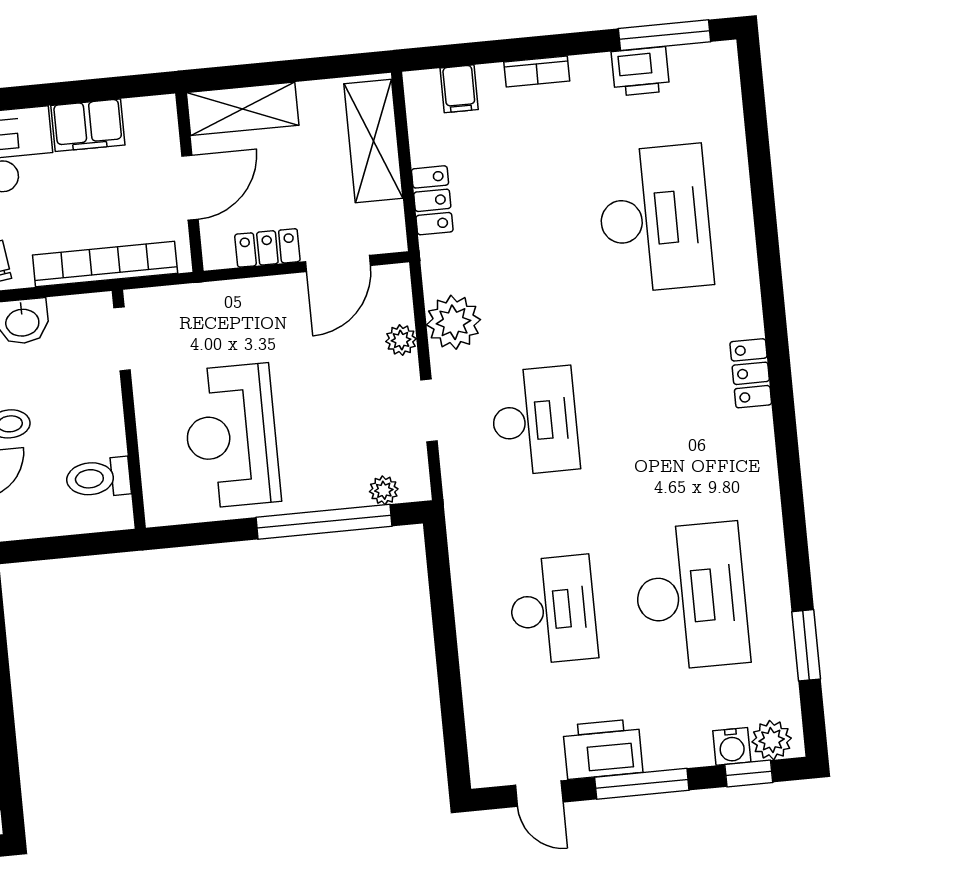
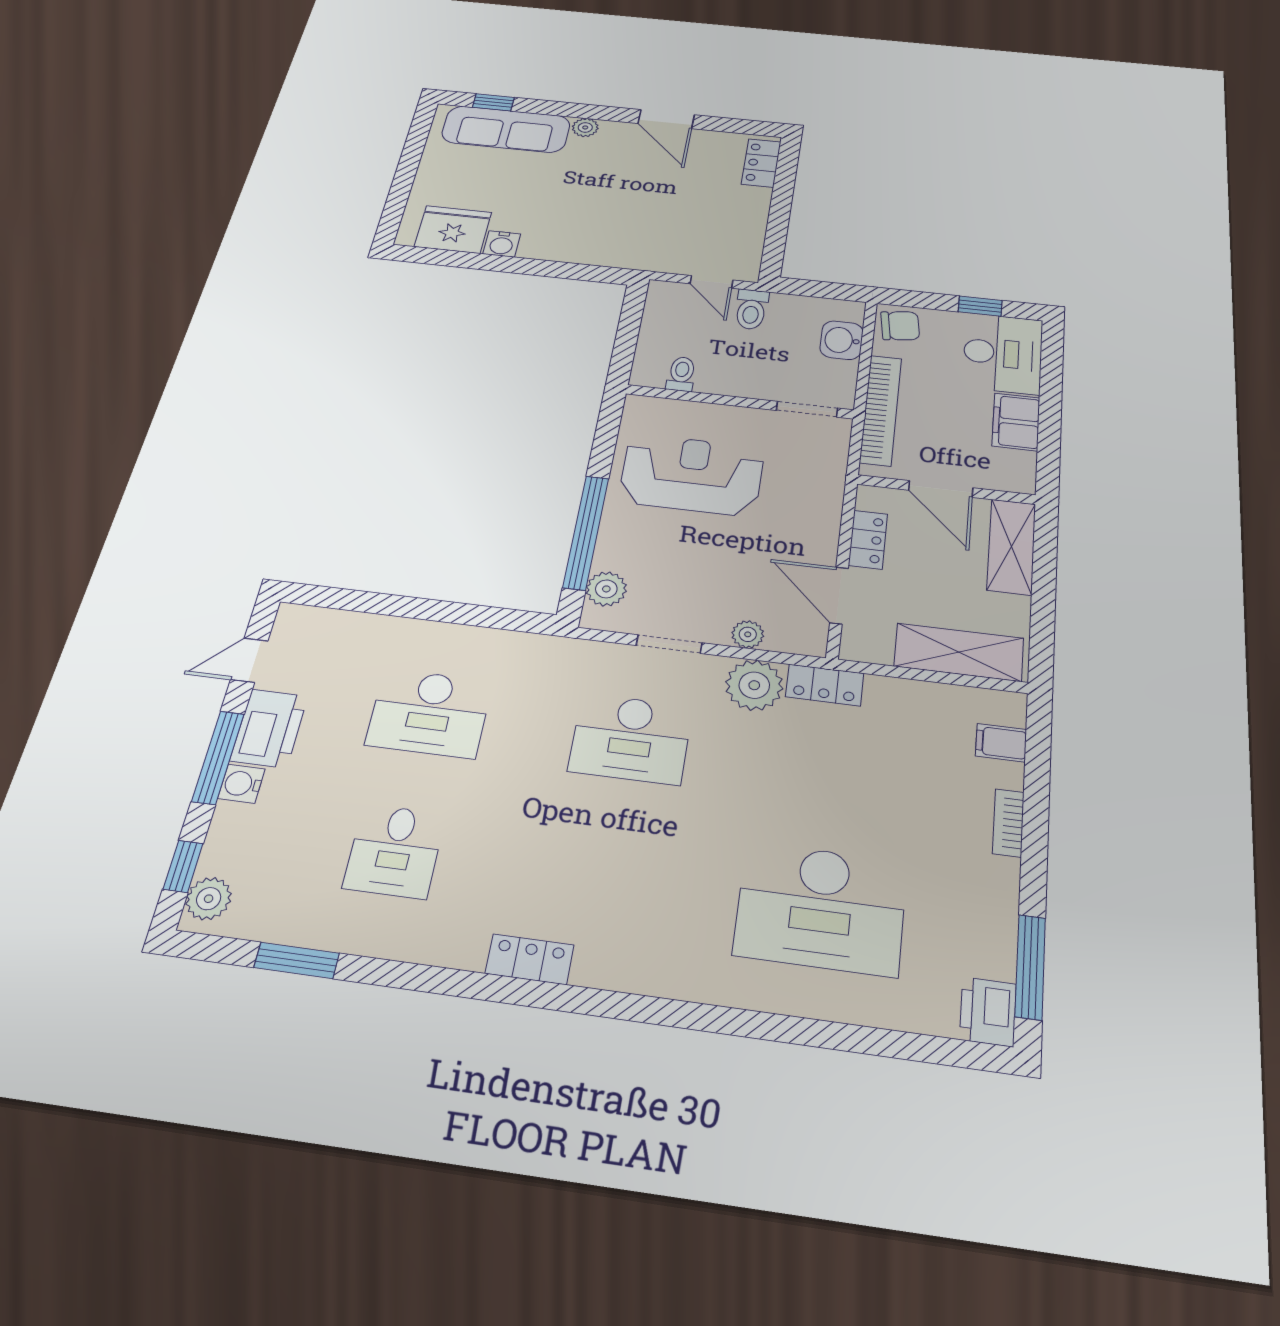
printer: (640, 71) -> (988, 1012), moved
locker: (432, 200) -> (825, 685), moved
locker: (751, 373) -> (529, 959), moved
toilet: (98, 478) -> (681, 374), width x0.73, depth x0.72
plant: (384, 490) -> (606, 589), width x1.38, depth x1.38
desk: (691, 596) -> (395, 851), width x0.53, depth x0.77
water cooler: (732, 746) -> (241, 784), moved

